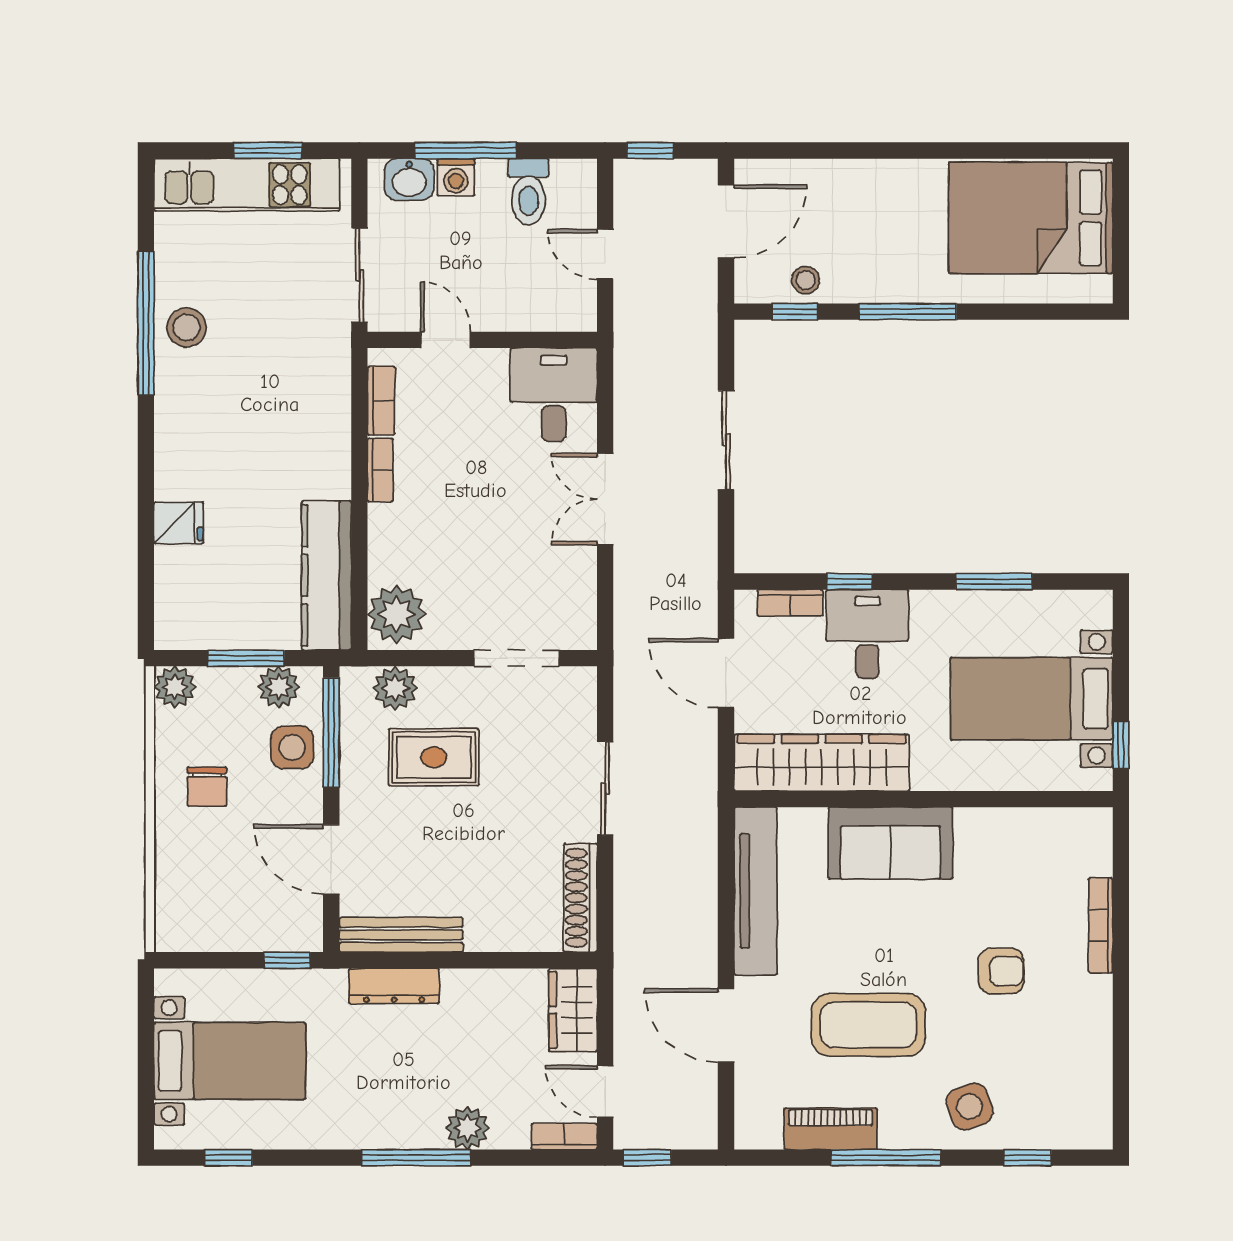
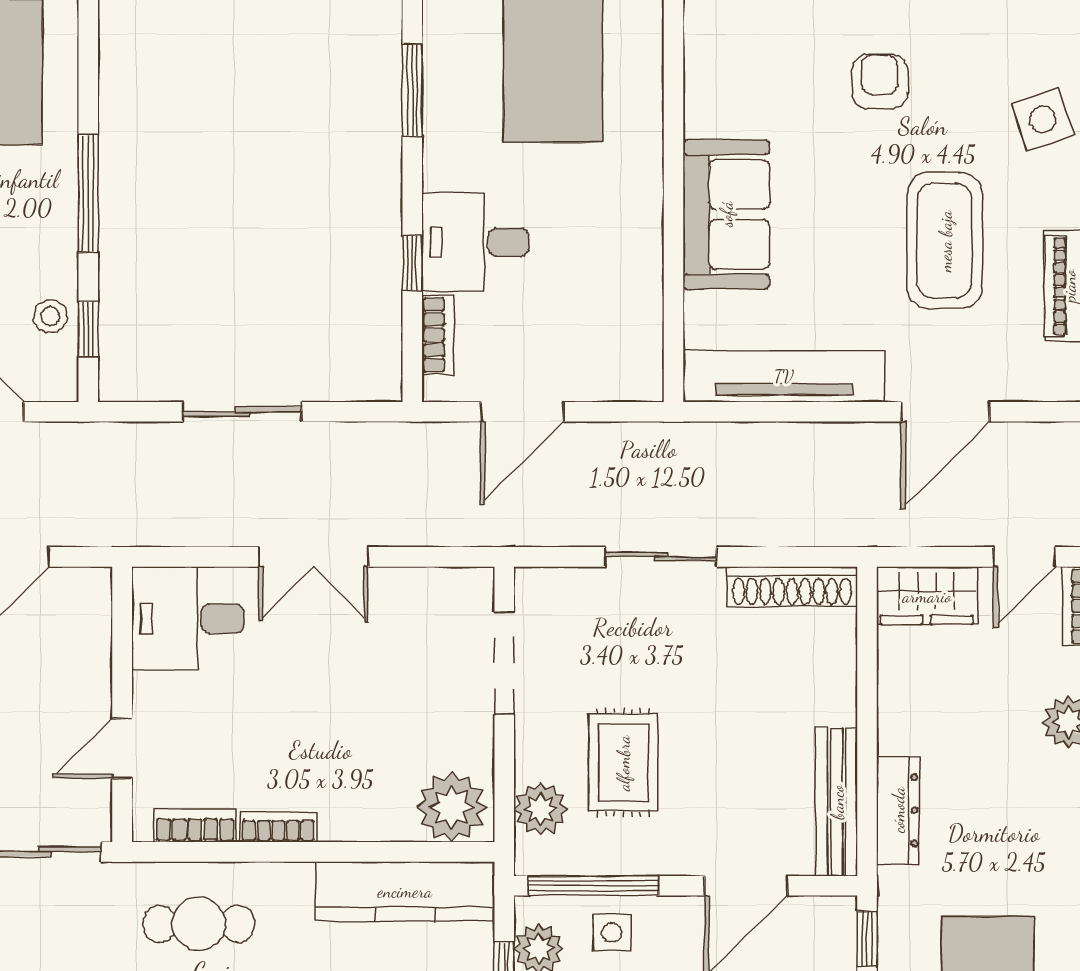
cafe table: (300, 404) -> (199, 924), added
side table: (292, 748) -> (612, 933), width x0.73, depth x0.73
wardrobe: (822, 763) -> (630, 297), removed

